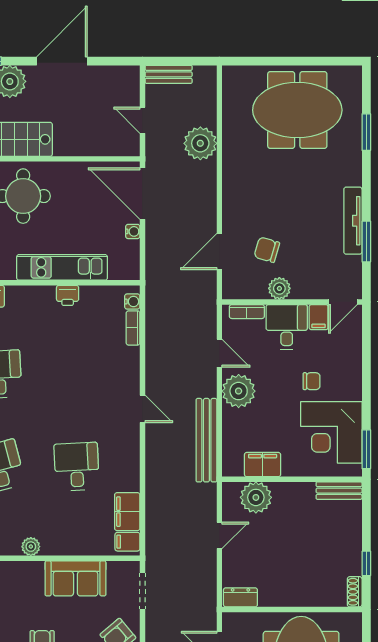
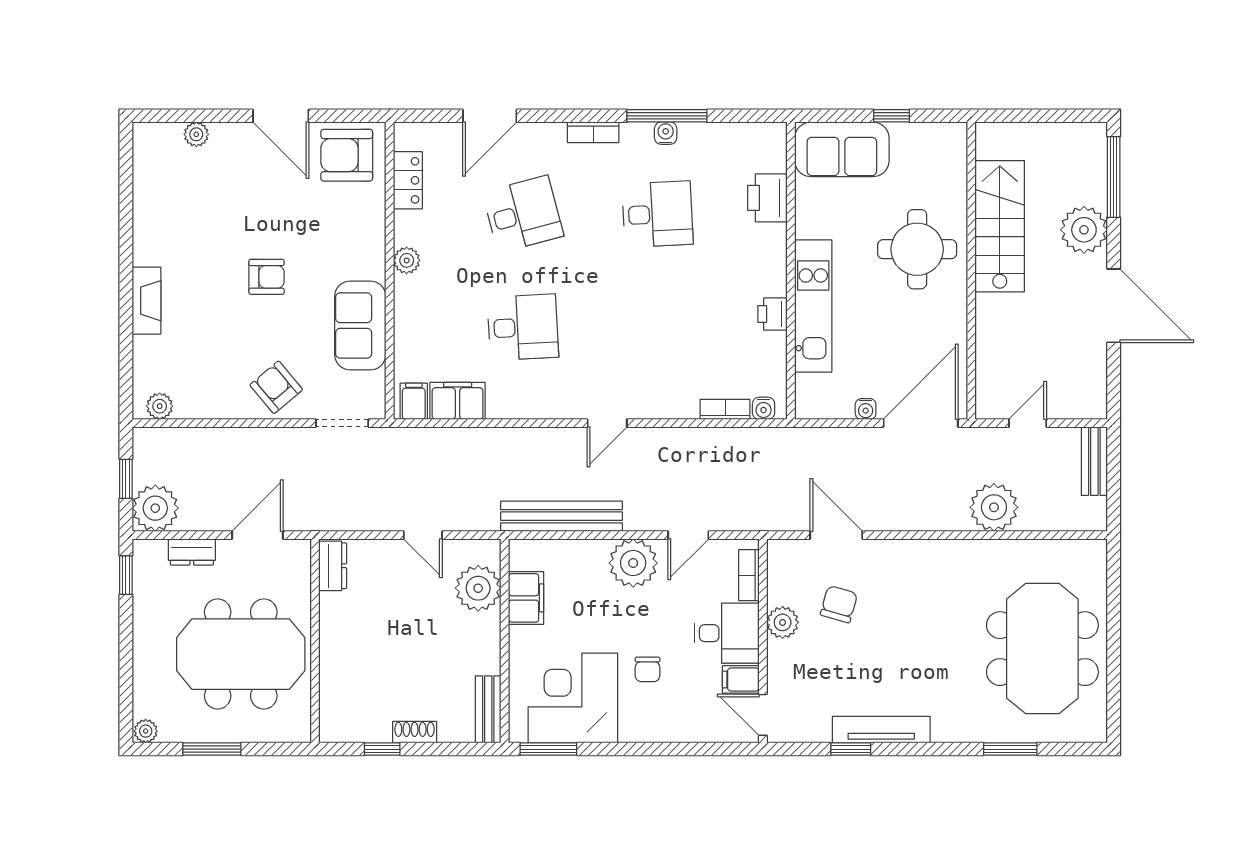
window: (366, 242) -> (851, 749), width x0.67
shoe rack: (355, 592) -> (415, 732), moved

